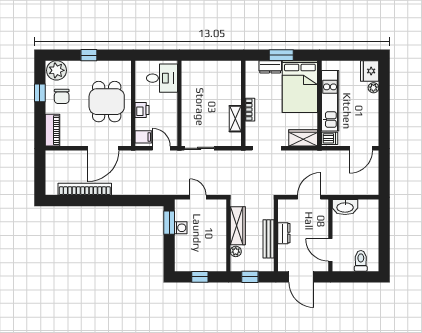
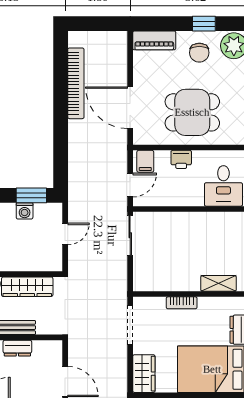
chair: (62, 96) -> (199, 53), turned -90
shelving: (235, 119) -> (218, 283), moved

